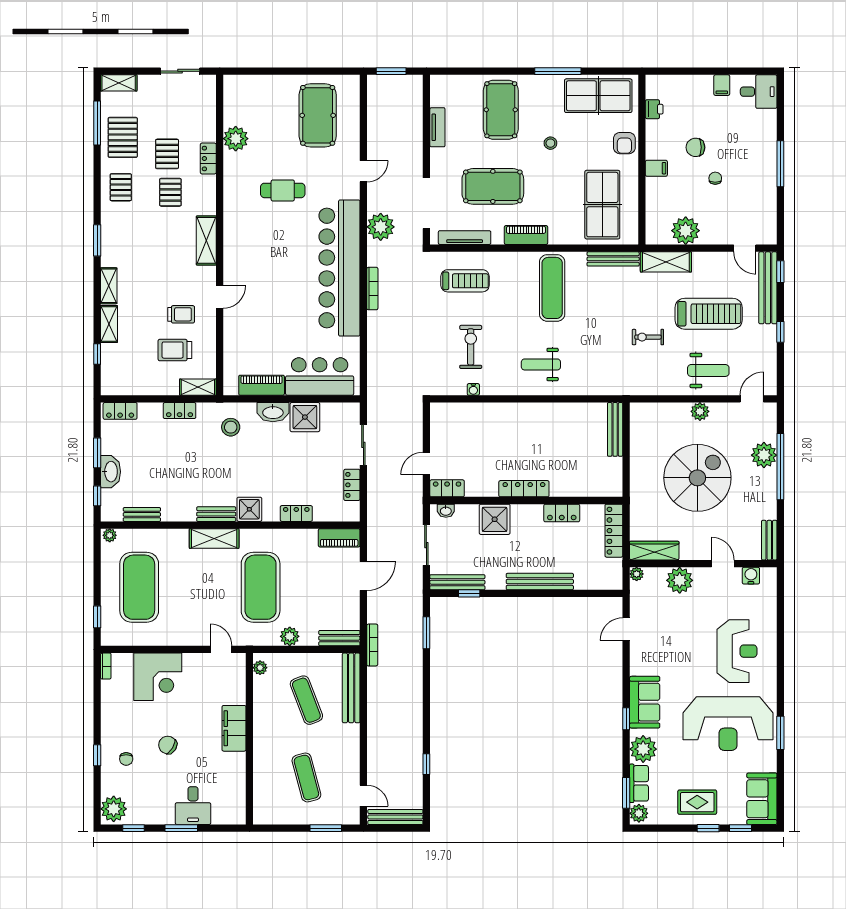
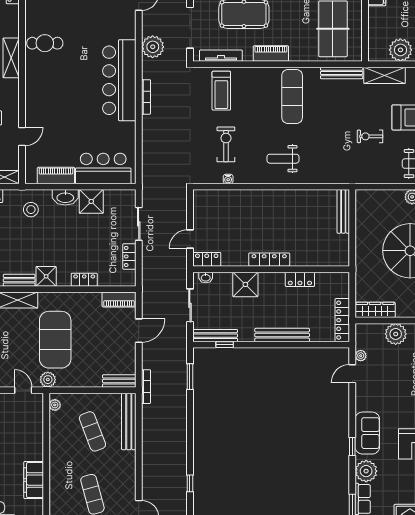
cafe table: (283, 190) -> (45, 43), moved
bar counter: (339, 268) -> (119, 80), width x0.73
treadmill: (465, 281) -> (221, 91), turned 90
door: (220, 297) -> (22, 137), moved
locker: (614, 531) -> (342, 320), moved
plant: (637, 574) -> (361, 356), moved
plant: (290, 636) -> (48, 380), moved
filing cabinet: (234, 728) -> (34, 480), moved

